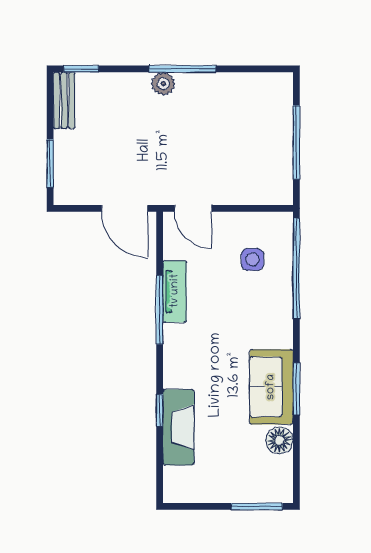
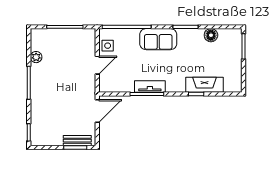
plant: (163, 84) -> (36, 57), moved
bench: (64, 100) -> (77, 141), moved
door: (193, 208) -> (97, 65), moved
side table: (252, 259) -> (108, 46), moved
tv unit: (175, 291) -> (150, 87), moved
sofa: (271, 387) -> (158, 39), moved

